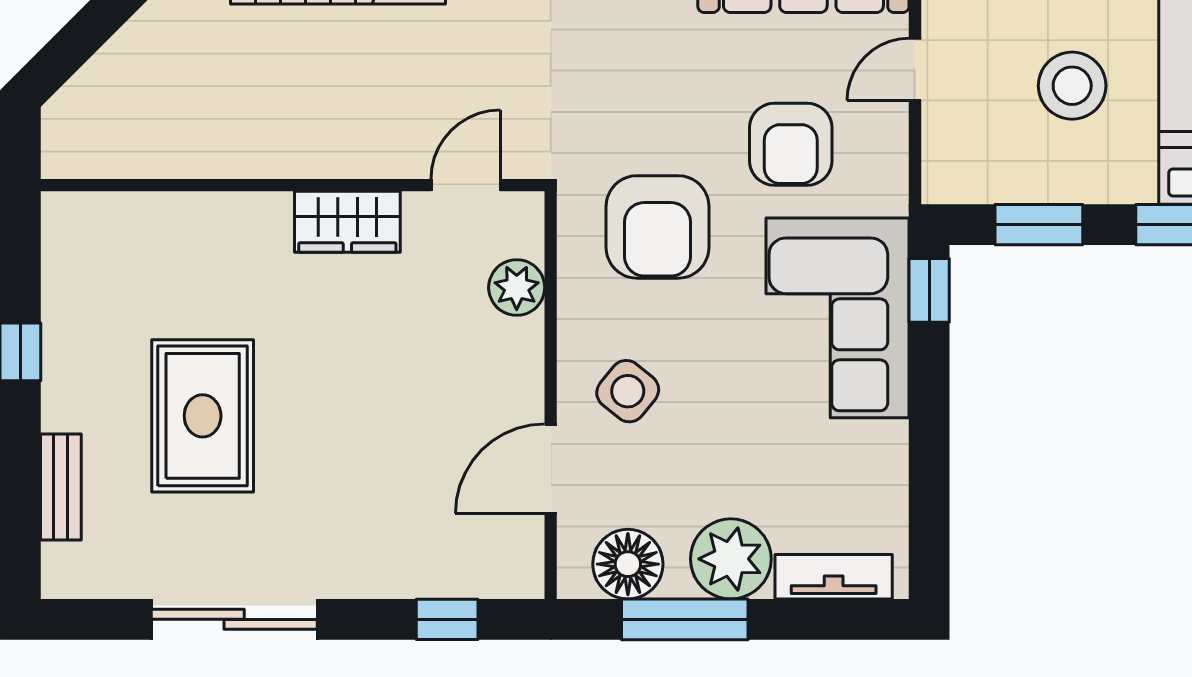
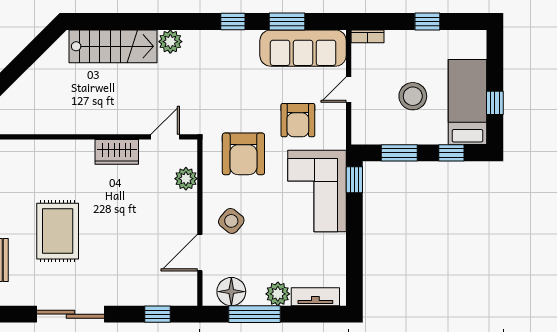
plant: (731, 559) -> (278, 294), width x0.73, depth x0.73

